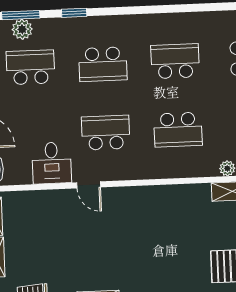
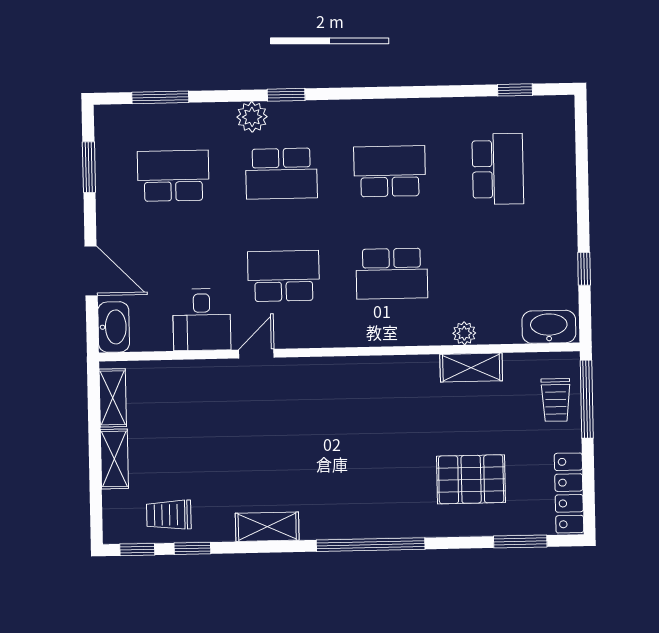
window: (74, 13) -> (286, 95), moved
plant: (22, 29) -> (252, 117), moved
door: (89, 185) -> (256, 354), swing flipped

